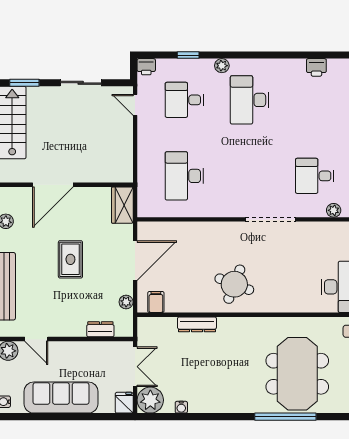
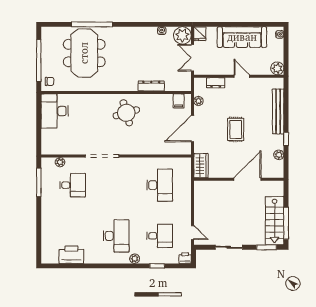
printer: (316, 67) -> (71, 255), width x1.87, depth x1.48
round table: (234, 284) -> (126, 113), turned -37
door: (36, 339) -> (242, 76), moved

